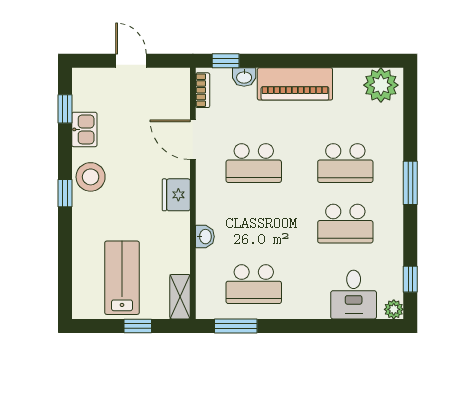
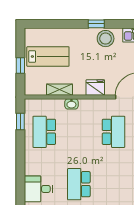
school desk: (254, 163) -> (113, 132), turned 180
school desk: (345, 163) -> (113, 184), removed
shelving: (180, 297) -> (60, 90), moved
window: (236, 326) -> (20, 122), width x0.67

